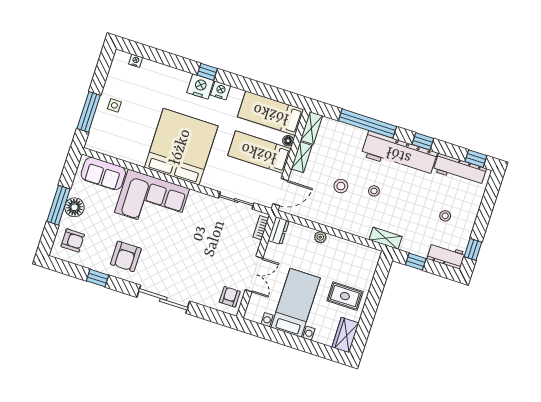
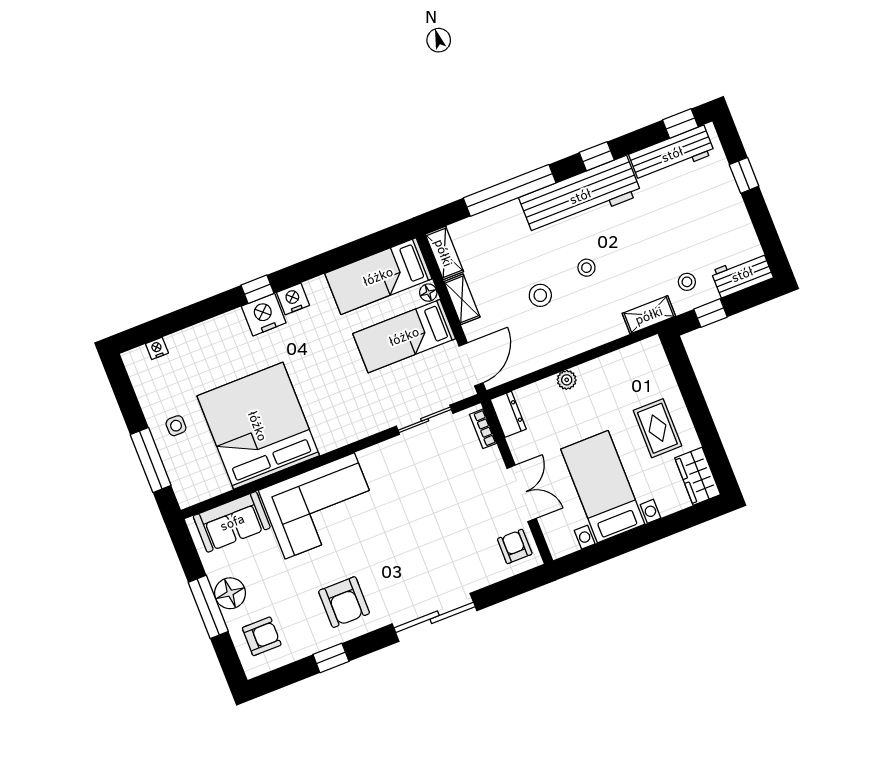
bed: (181, 147) -> (258, 426), moved
stool: (445, 216) -> (687, 282), moved
window: (473, 249) -> (744, 175), moved
rug: (345, 296) -> (657, 428), turned 90

